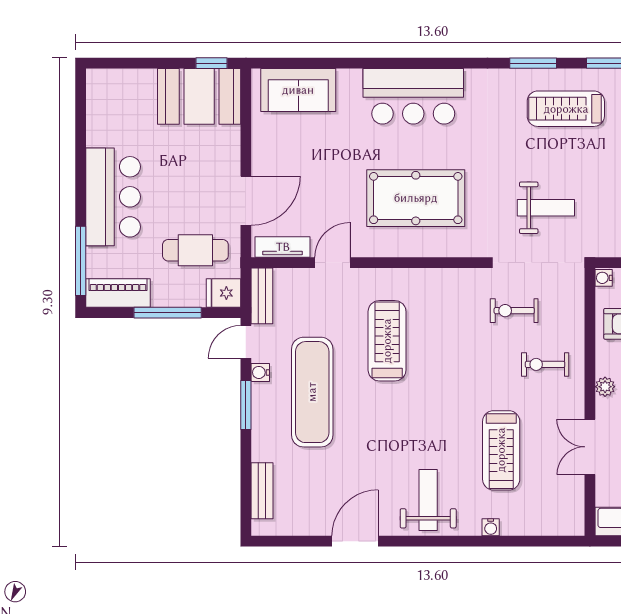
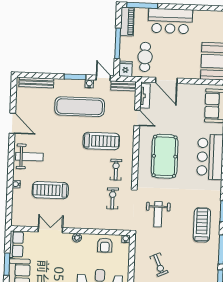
exercise bike: (545, 364) -> (116, 170), moved
bench: (262, 491) -> (36, 83), width x1.36

